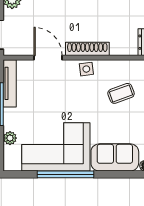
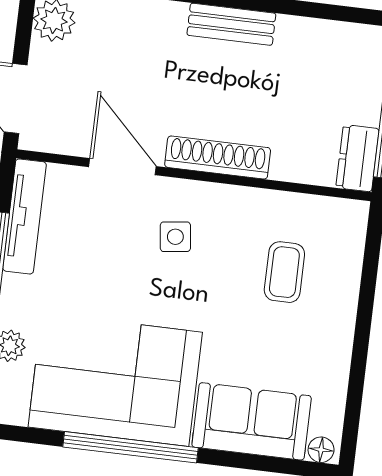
side table: (86, 69) -> (175, 237), moved
coffee table: (121, 93) -> (284, 272), turned -70

